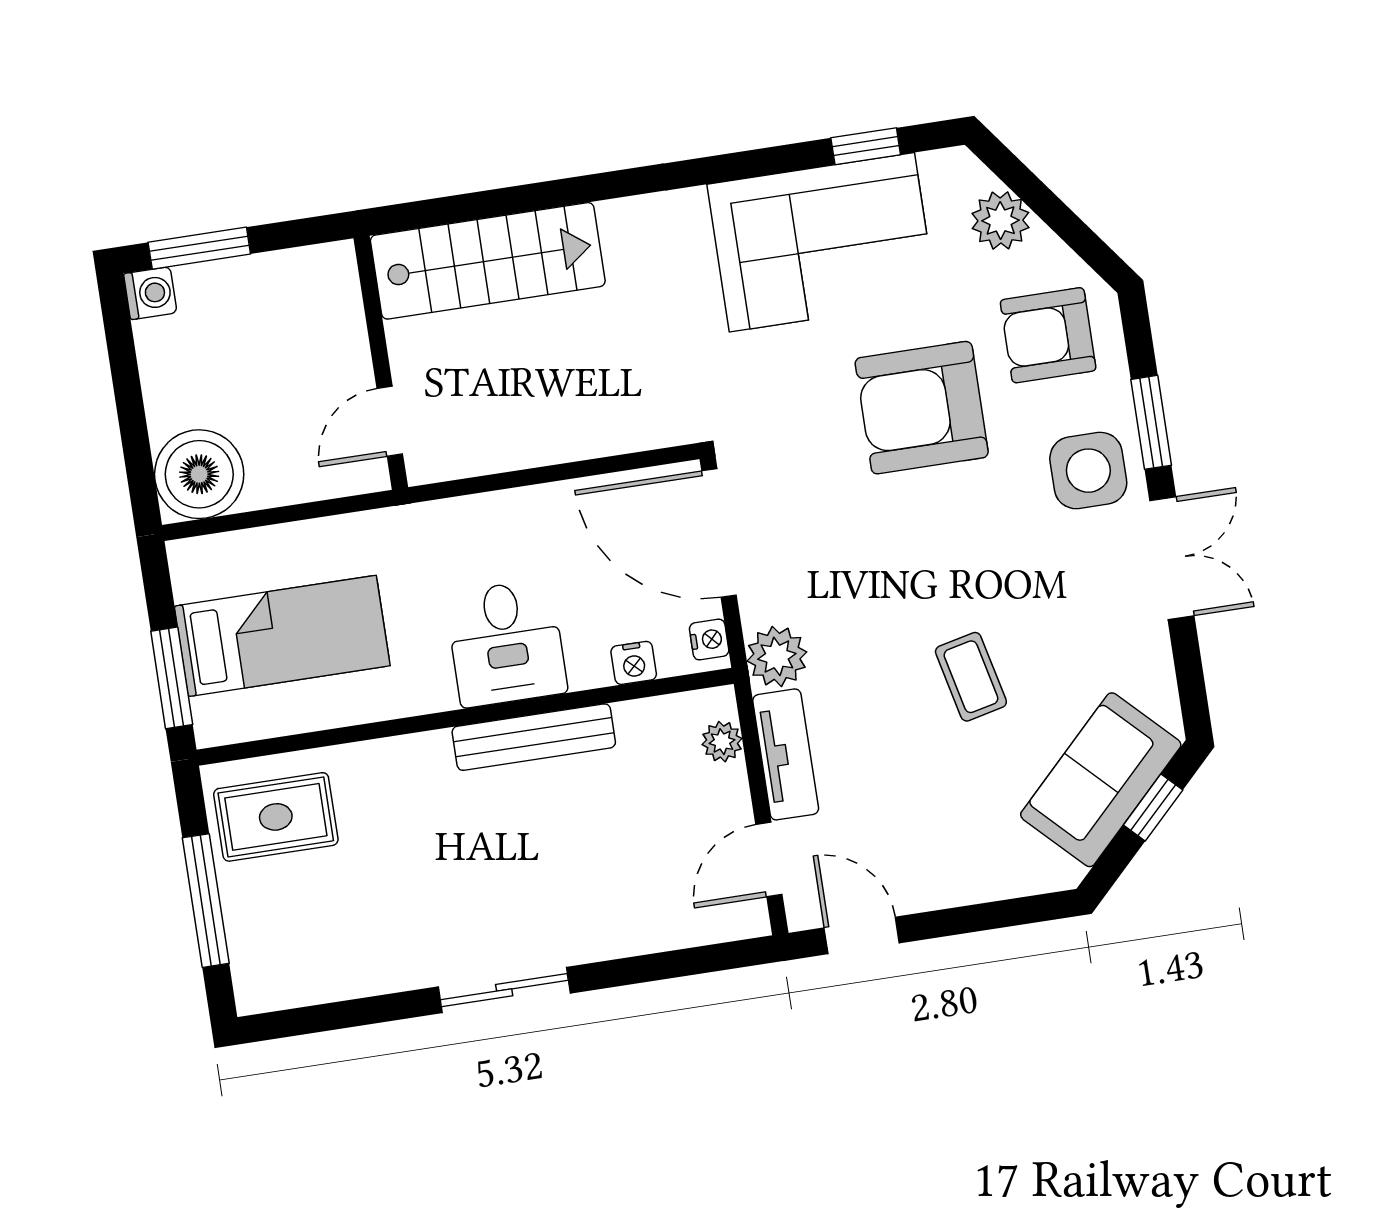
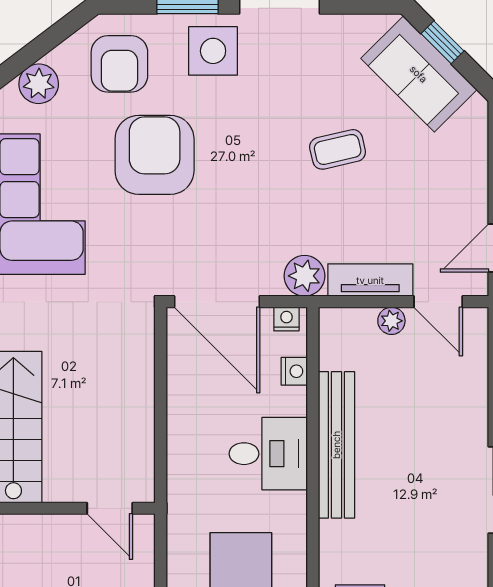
armchair: (922, 408) -> (155, 155), turned 180
door: (719, 533) -> (217, 302), hinge flipped
bench: (534, 737) -> (336, 445), width x1.37, depth x1.21
plant: (722, 742) -> (391, 321), moved

